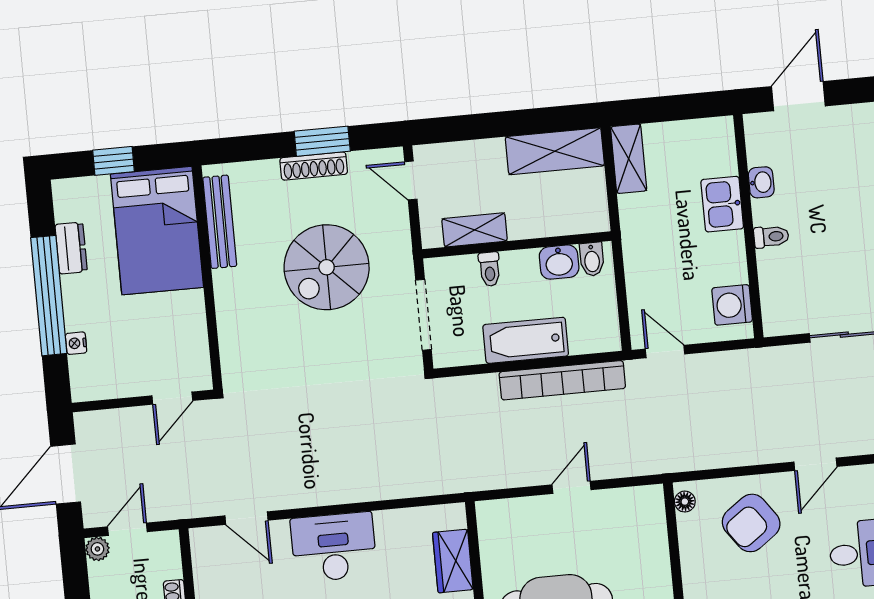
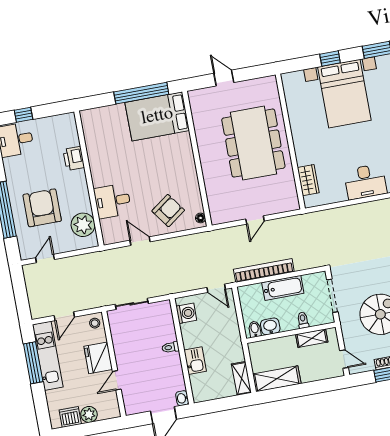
washbasin: (761, 182) -> (182, 398), moved
door: (815, 464) -> (140, 241), hinge flipped

